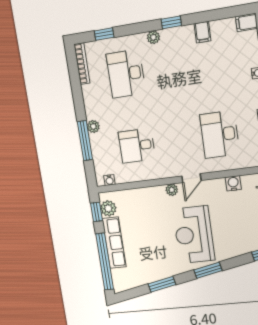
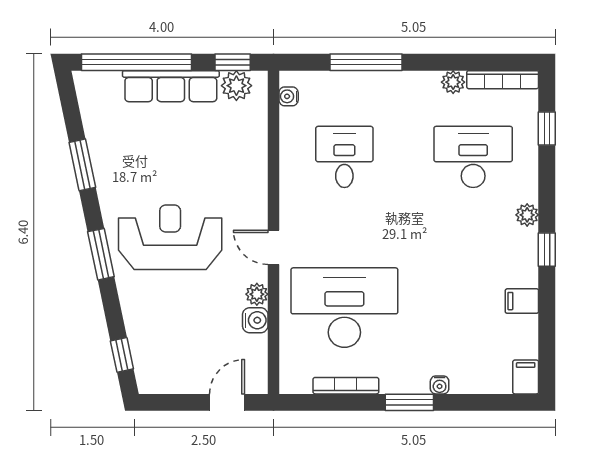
plant: (93, 126) -> (453, 82), moved
desk: (220, 134) -> (344, 308), width x1.36, depth x1.30
plant: (172, 190) -> (257, 294), moved

